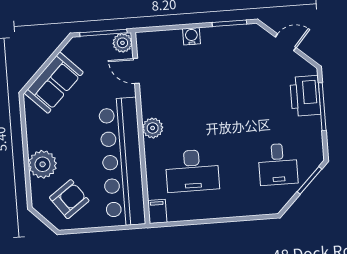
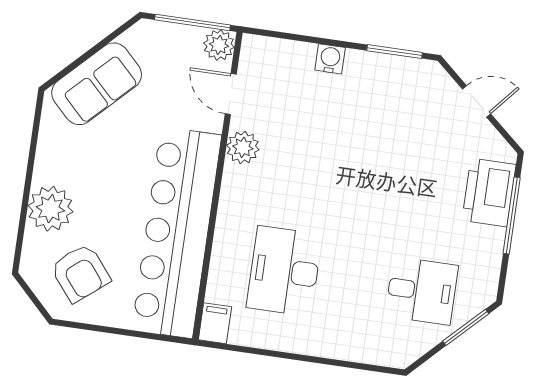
plant: (153, 128) -> (243, 147), moved
desk: (278, 164) -> (422, 291), turned -90
desk: (192, 171) -> (284, 271), turned 90
armchair: (69, 199) -> (80, 273), turned 87

